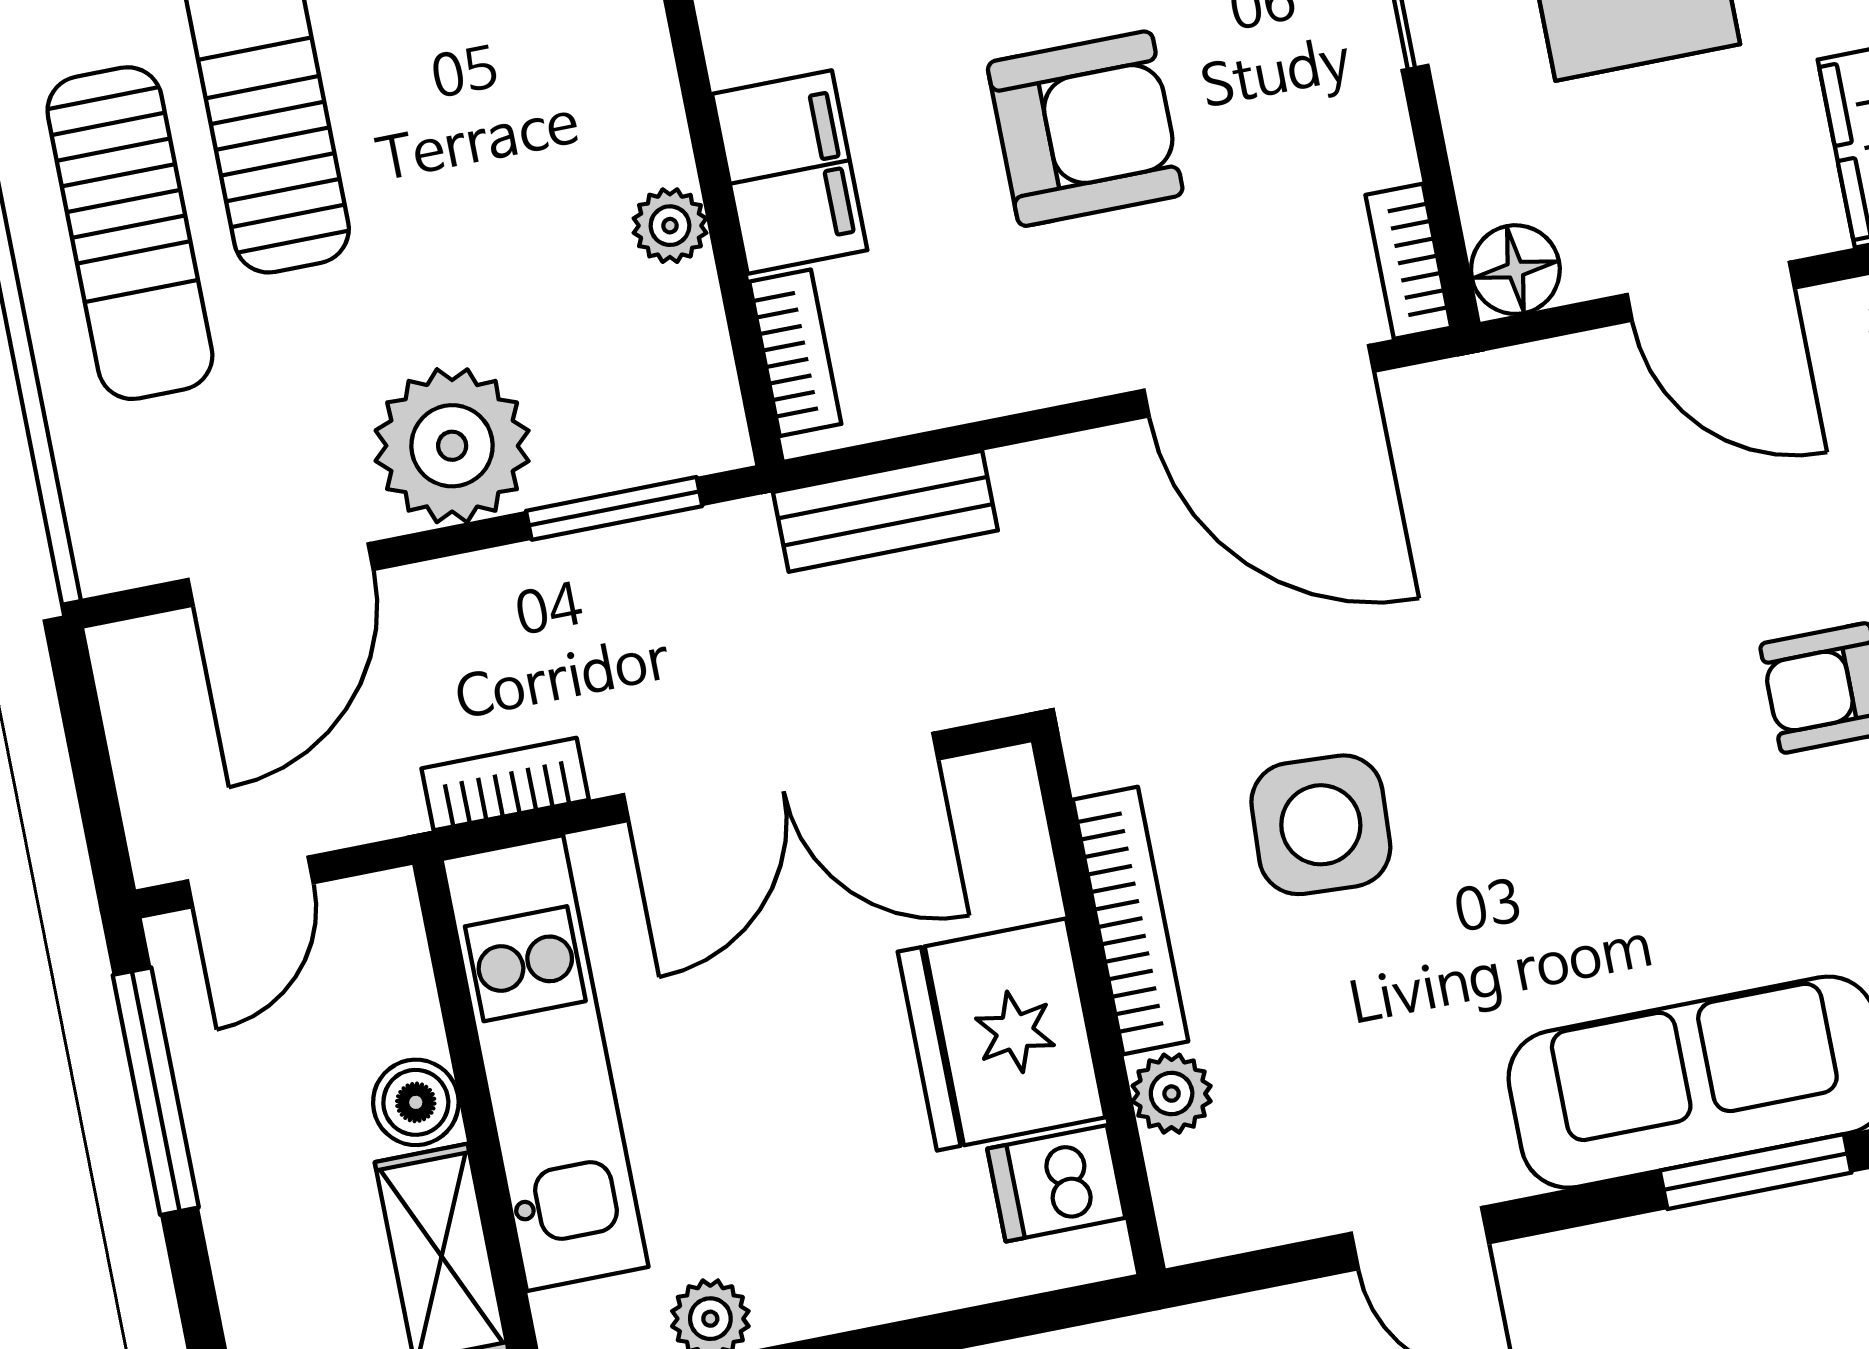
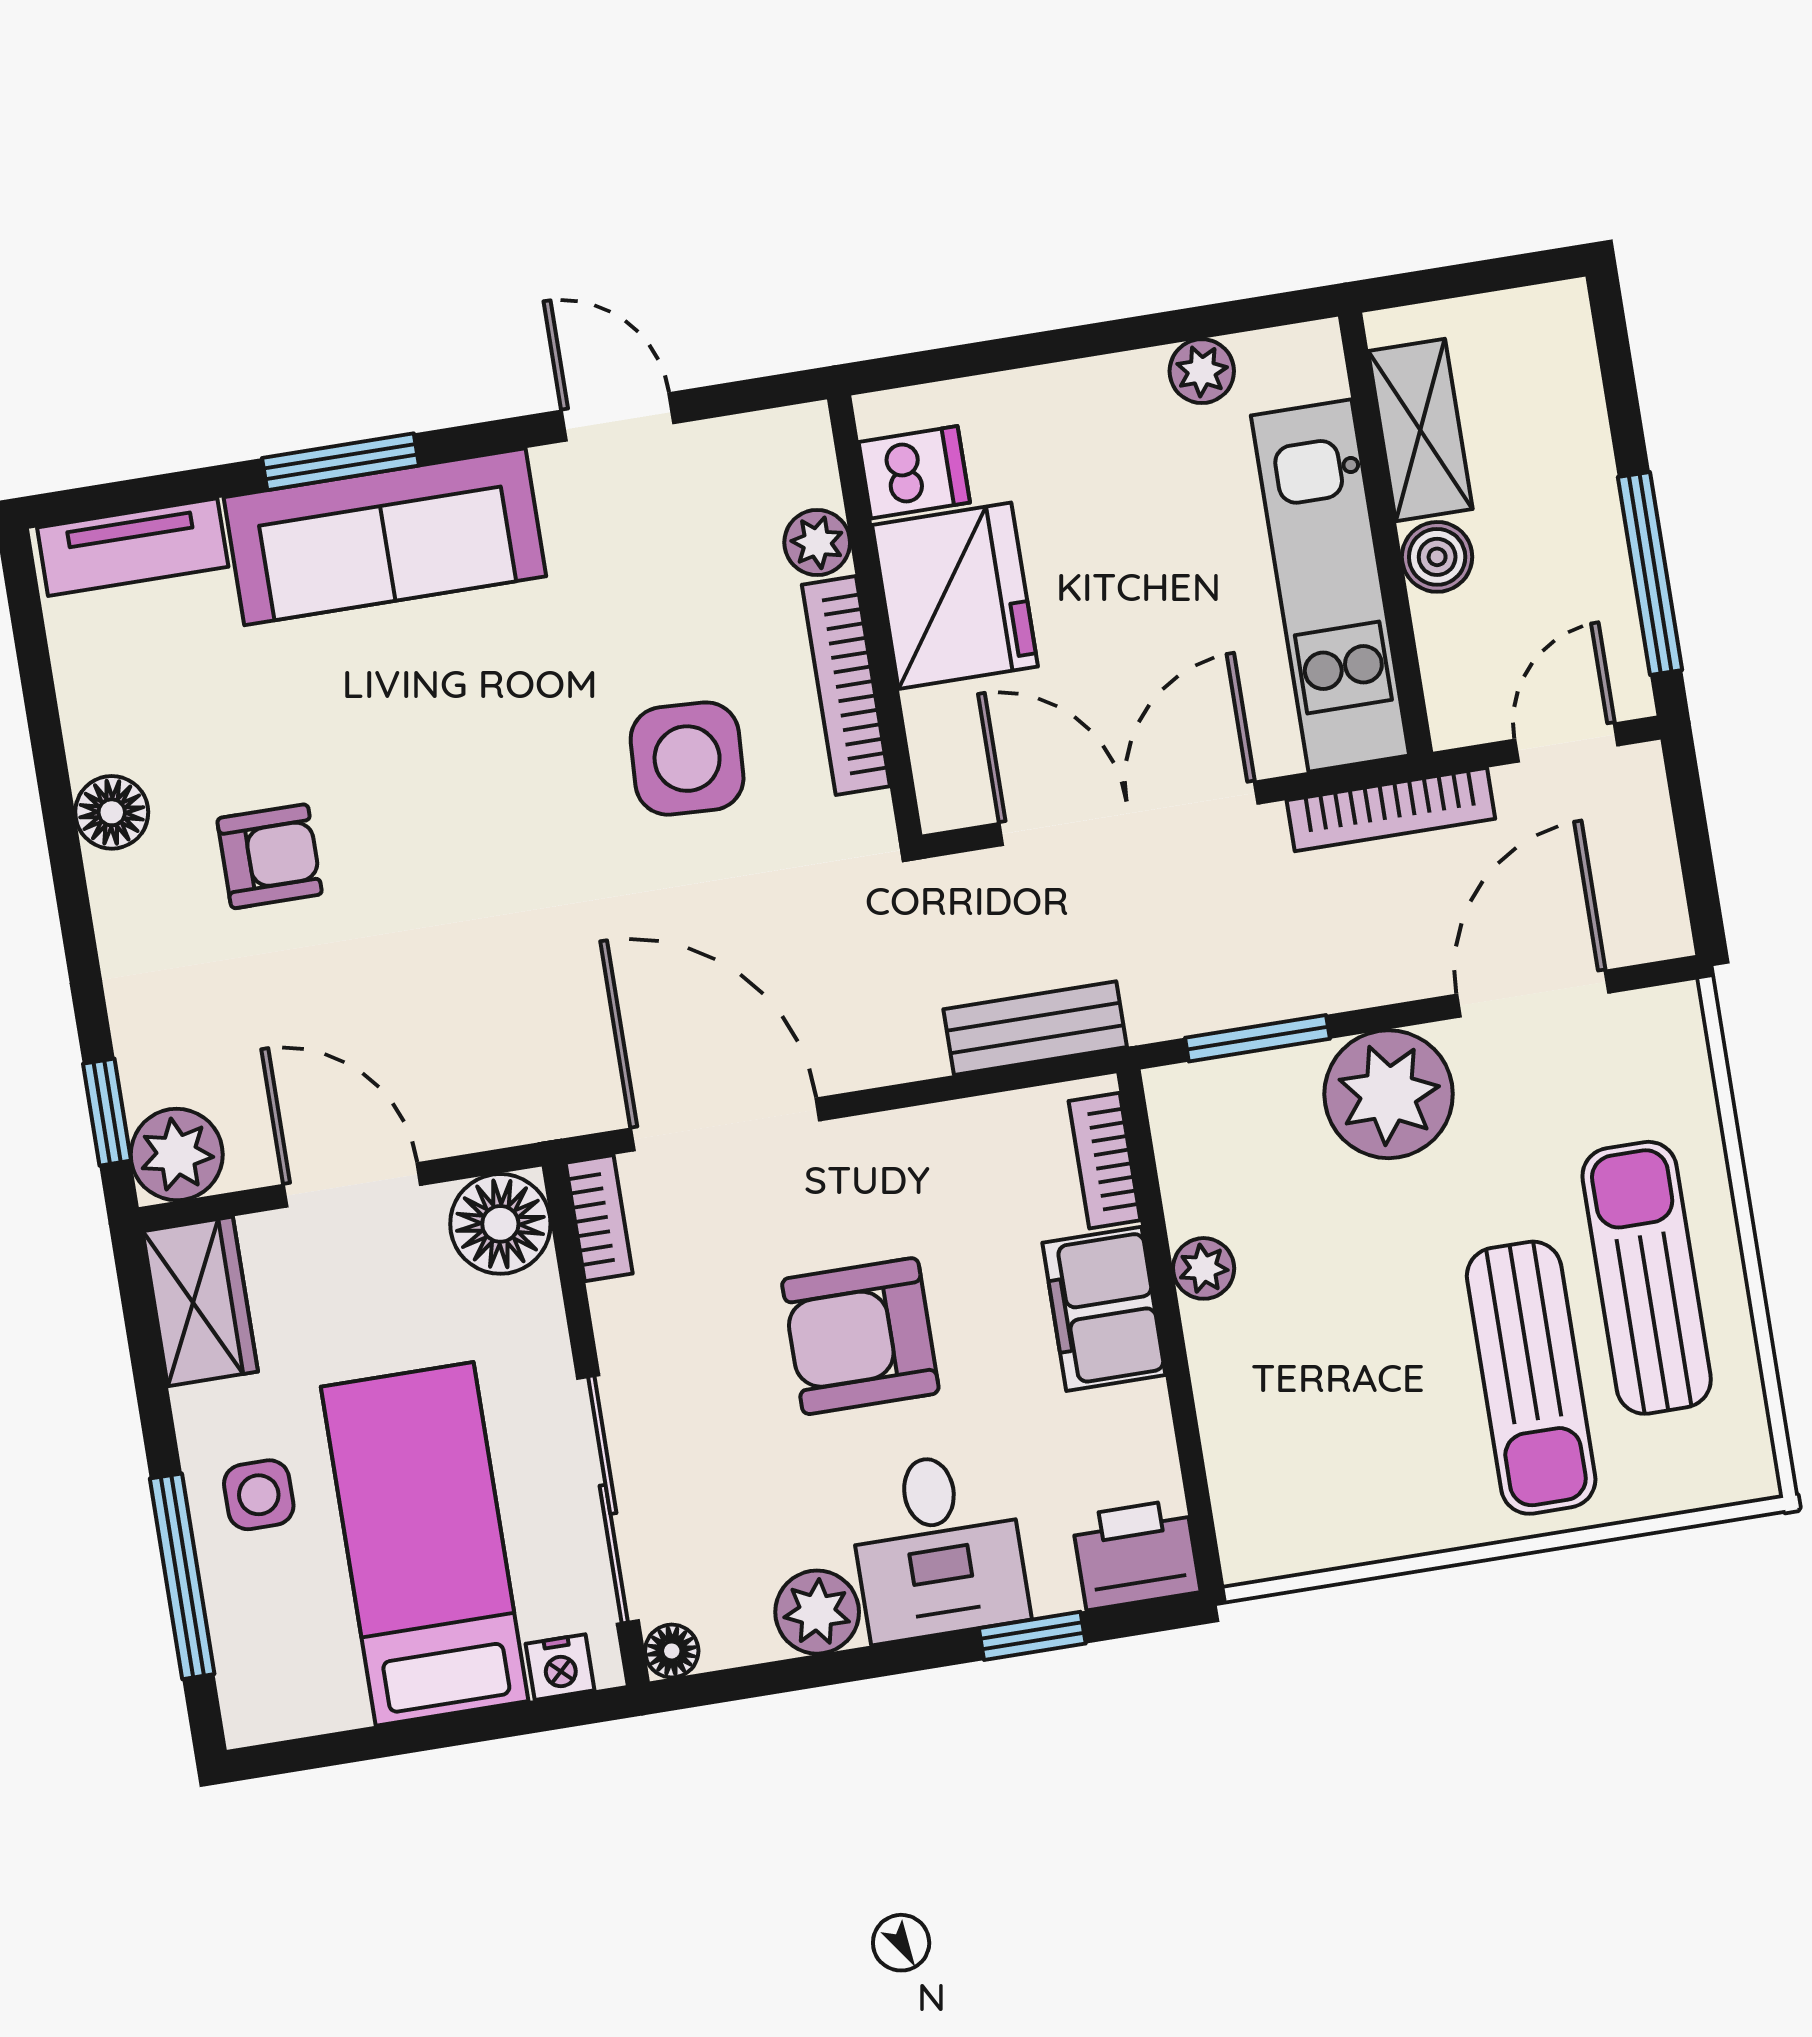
floor lamp: (1515, 270) -> (500, 1224), width x1.38, depth x1.38
bookcase: (505, 784) -> (1391, 809), width x1.56

